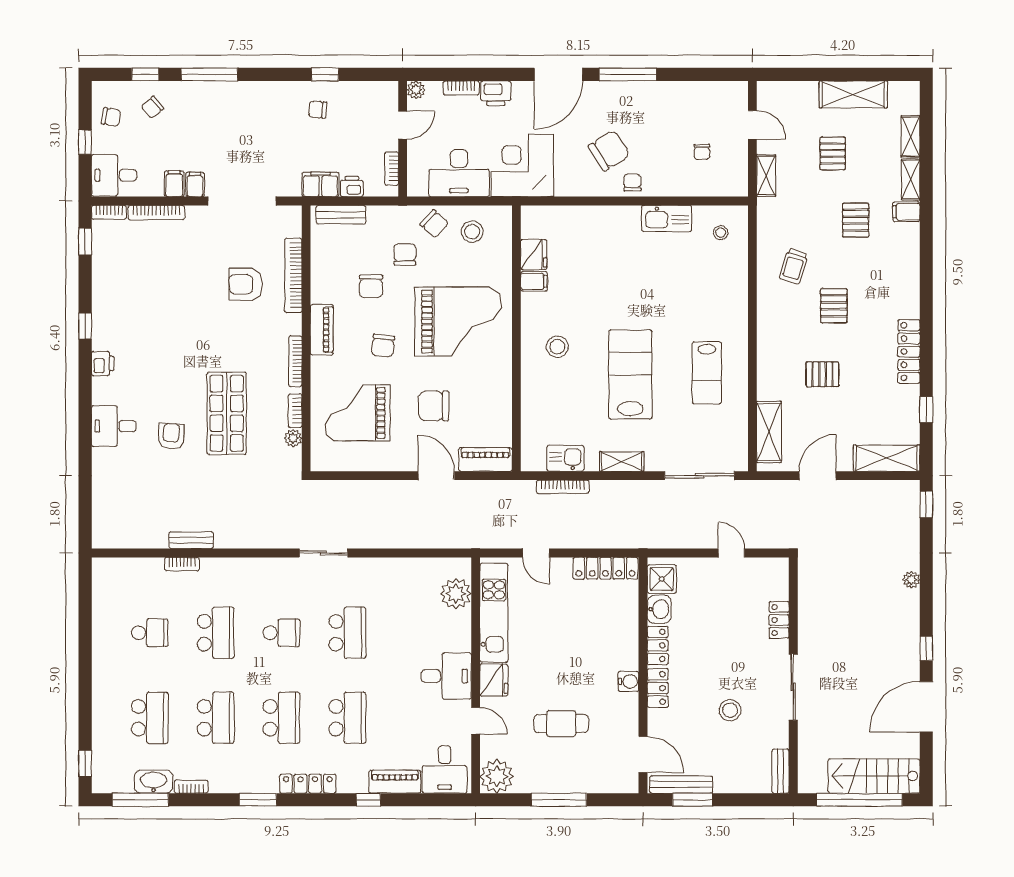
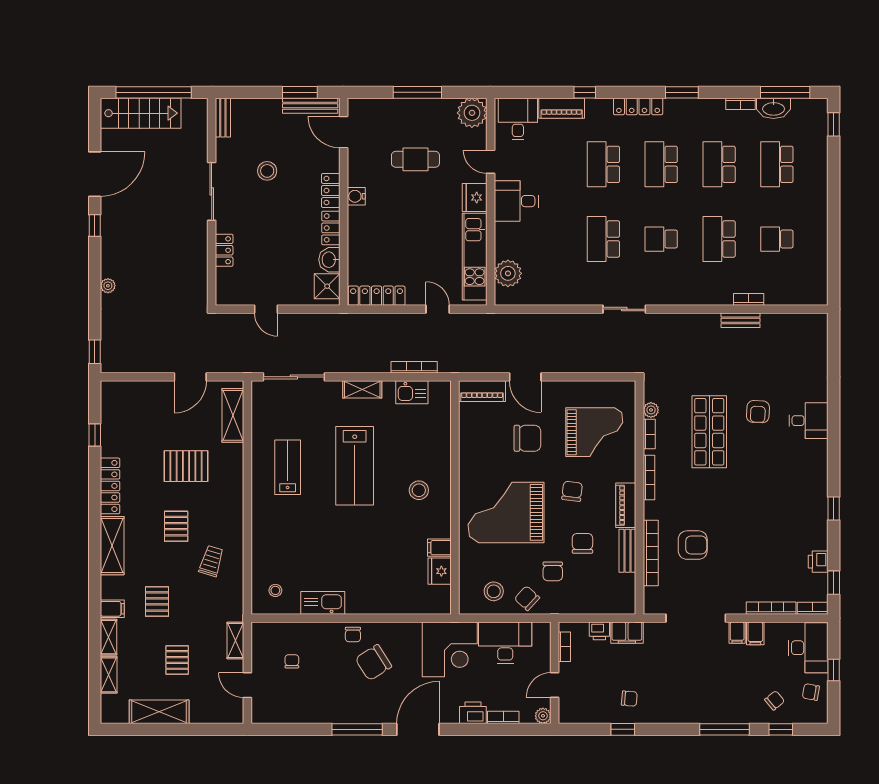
desk: (114, 175) -> (808, 648), width x1.37
bench: (341, 215) -> (627, 551), moved, turned 90
printer: (103, 363) -> (818, 562), moved
pallet: (822, 374) -> (186, 466), width x1.50, depth x1.42
shelving: (887, 458) -> (112, 546), moved, turned 90

